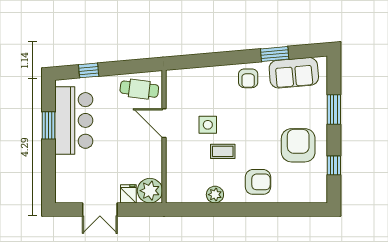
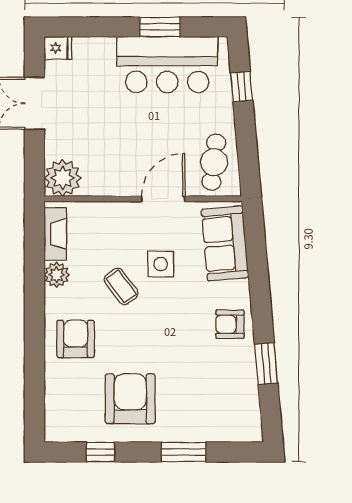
sofa: (294, 73) -> (225, 243), moved
armchair: (298, 145) -> (130, 399), turned -90
coffee table: (223, 151) -> (121, 286), turned -37
armchair: (258, 182) -> (76, 339), turned 180
fridge: (128, 194) -> (58, 48), moved
fireplace: (188, 196) -> (55, 234), added

